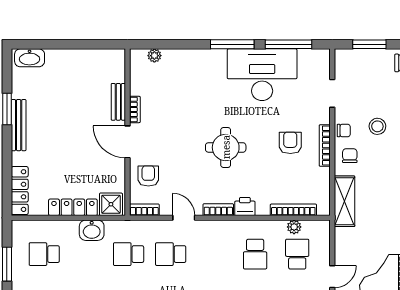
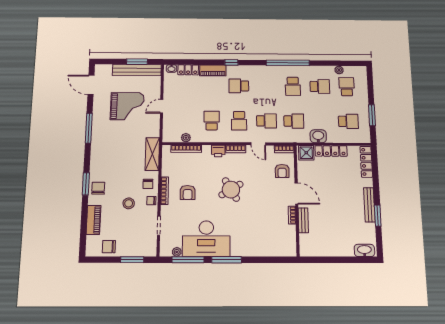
plant: (154, 56) -> (177, 252), moved
round table: (226, 147) -> (231, 190), turned -31
school desk: (297, 254) -> (239, 121), moved

